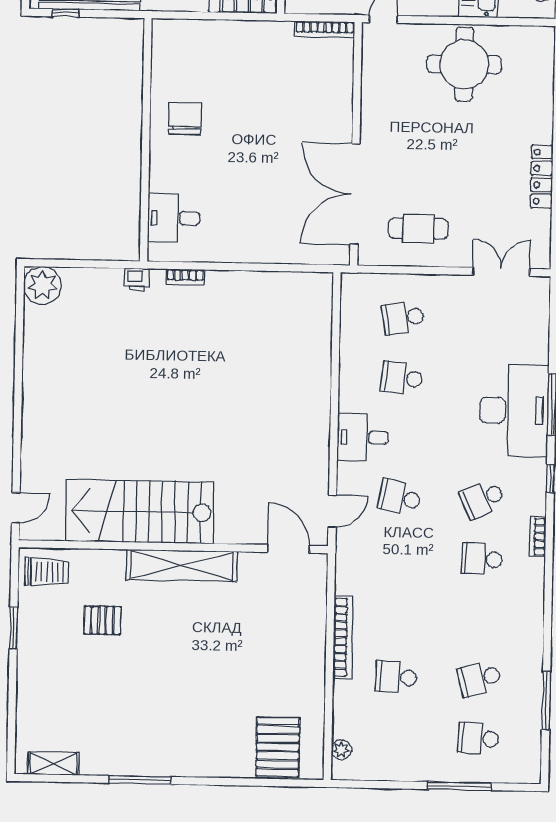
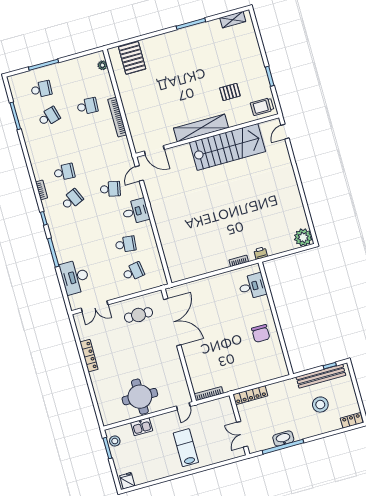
desk: (514, 410) -> (75, 277), moved, width x0.73, depth x0.77

